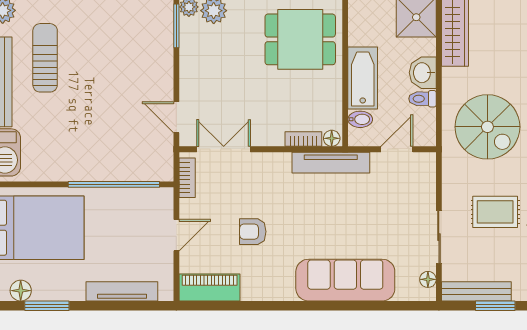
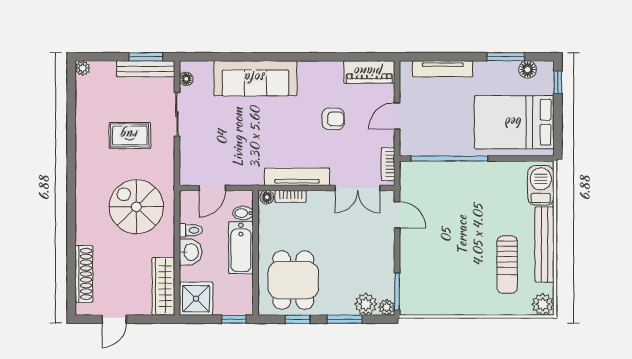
dining table: (300, 39) -> (293, 280), turned 90
tv unit: (331, 163) -> (297, 177), moved
window: (495, 306) -> (146, 57), moved

